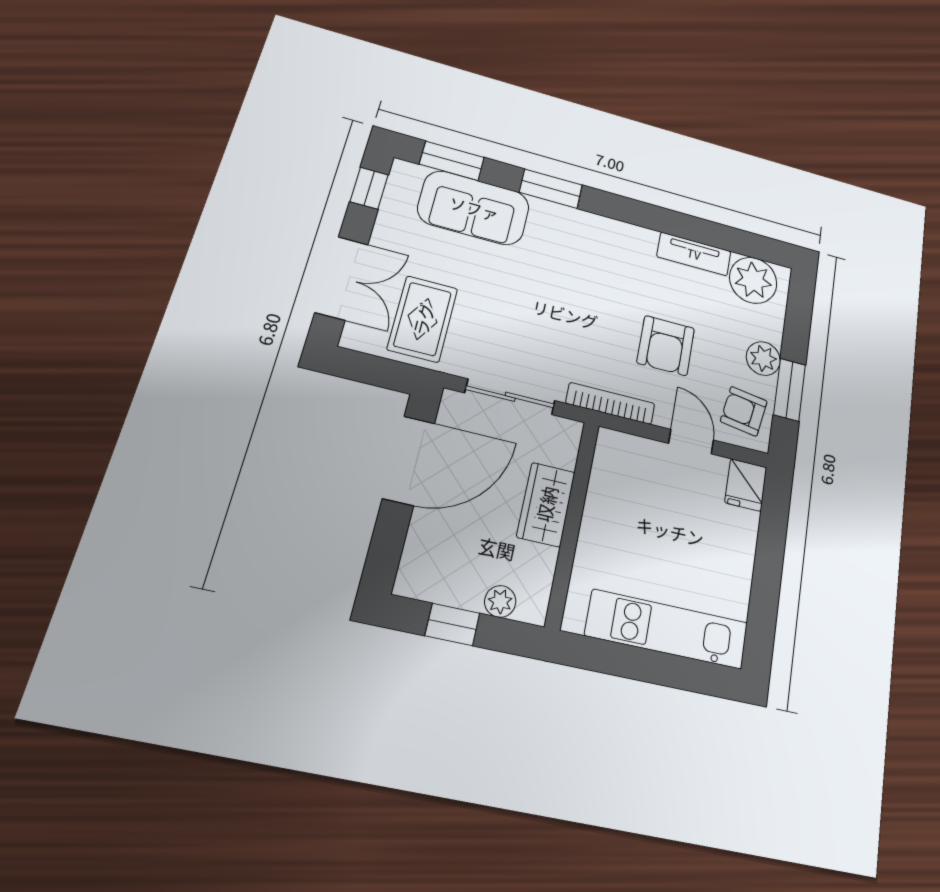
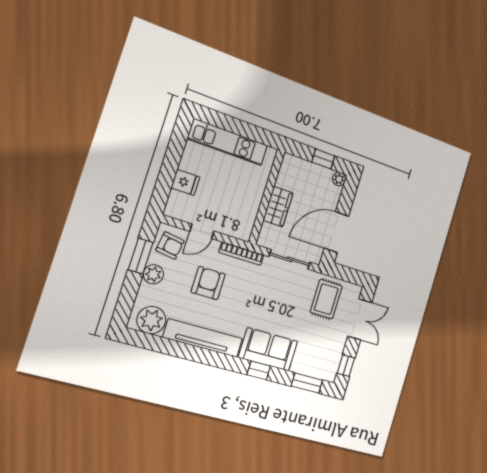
window: (551, 189) -> (259, 370), width x0.67
sofa: (474, 208) -> (268, 349), moved
tv unit: (694, 254) -> (203, 338), width x1.92, depth x1.29
double door: (342, 278) -> (360, 319), swing flipped
door: (691, 442) -> (202, 231), hinge flipped
fridge: (746, 485) -> (185, 182), moved, turned 90
plant: (500, 601) -> (339, 179), moved

